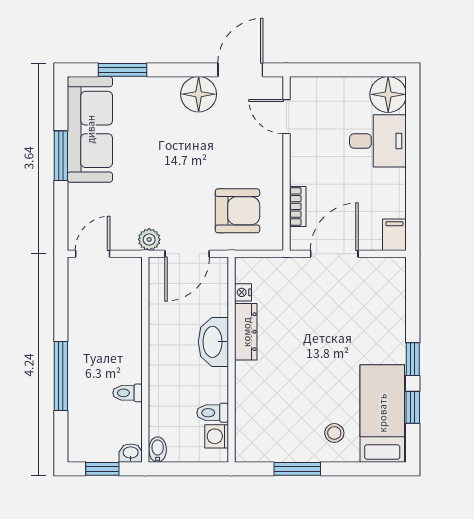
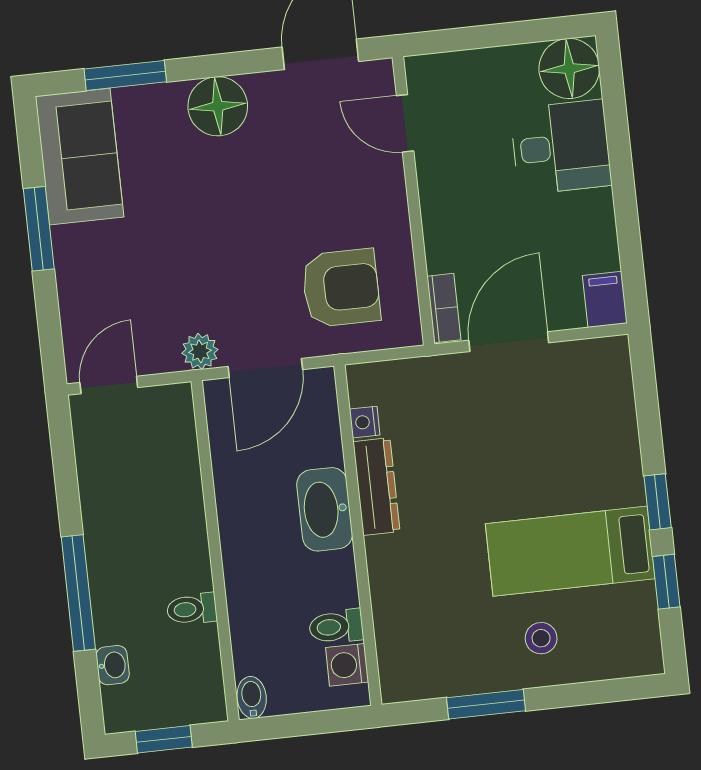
floor lamp: (199, 94) -> (218, 106), moved
sofa: (90, 129) -> (80, 157), width x0.73
bookcase: (298, 206) -> (444, 308), moved
bed: (382, 413) -> (570, 551), moved, turned -90
washbasin: (131, 453) -> (113, 665), moved, turned 90

